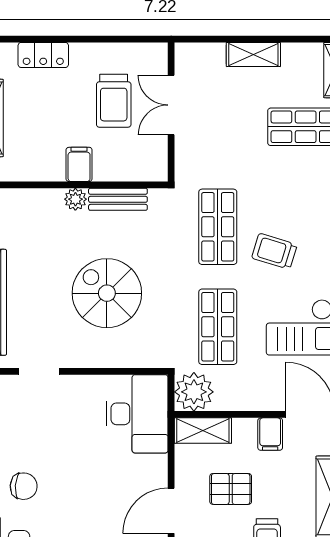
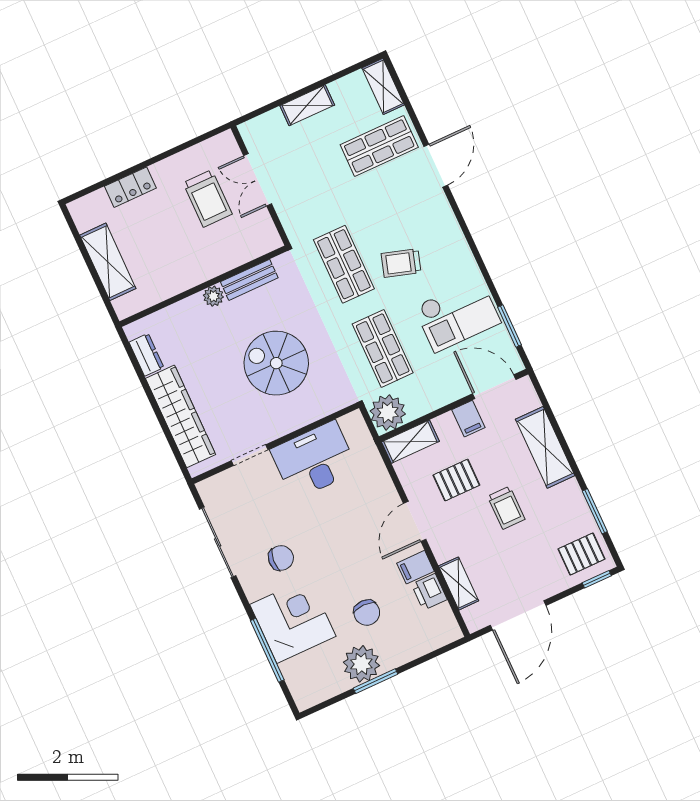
filing cabinet: (79, 164) -> (203, 265), removed
desk: (137, 414) -> (314, 460), moved, turned -90

